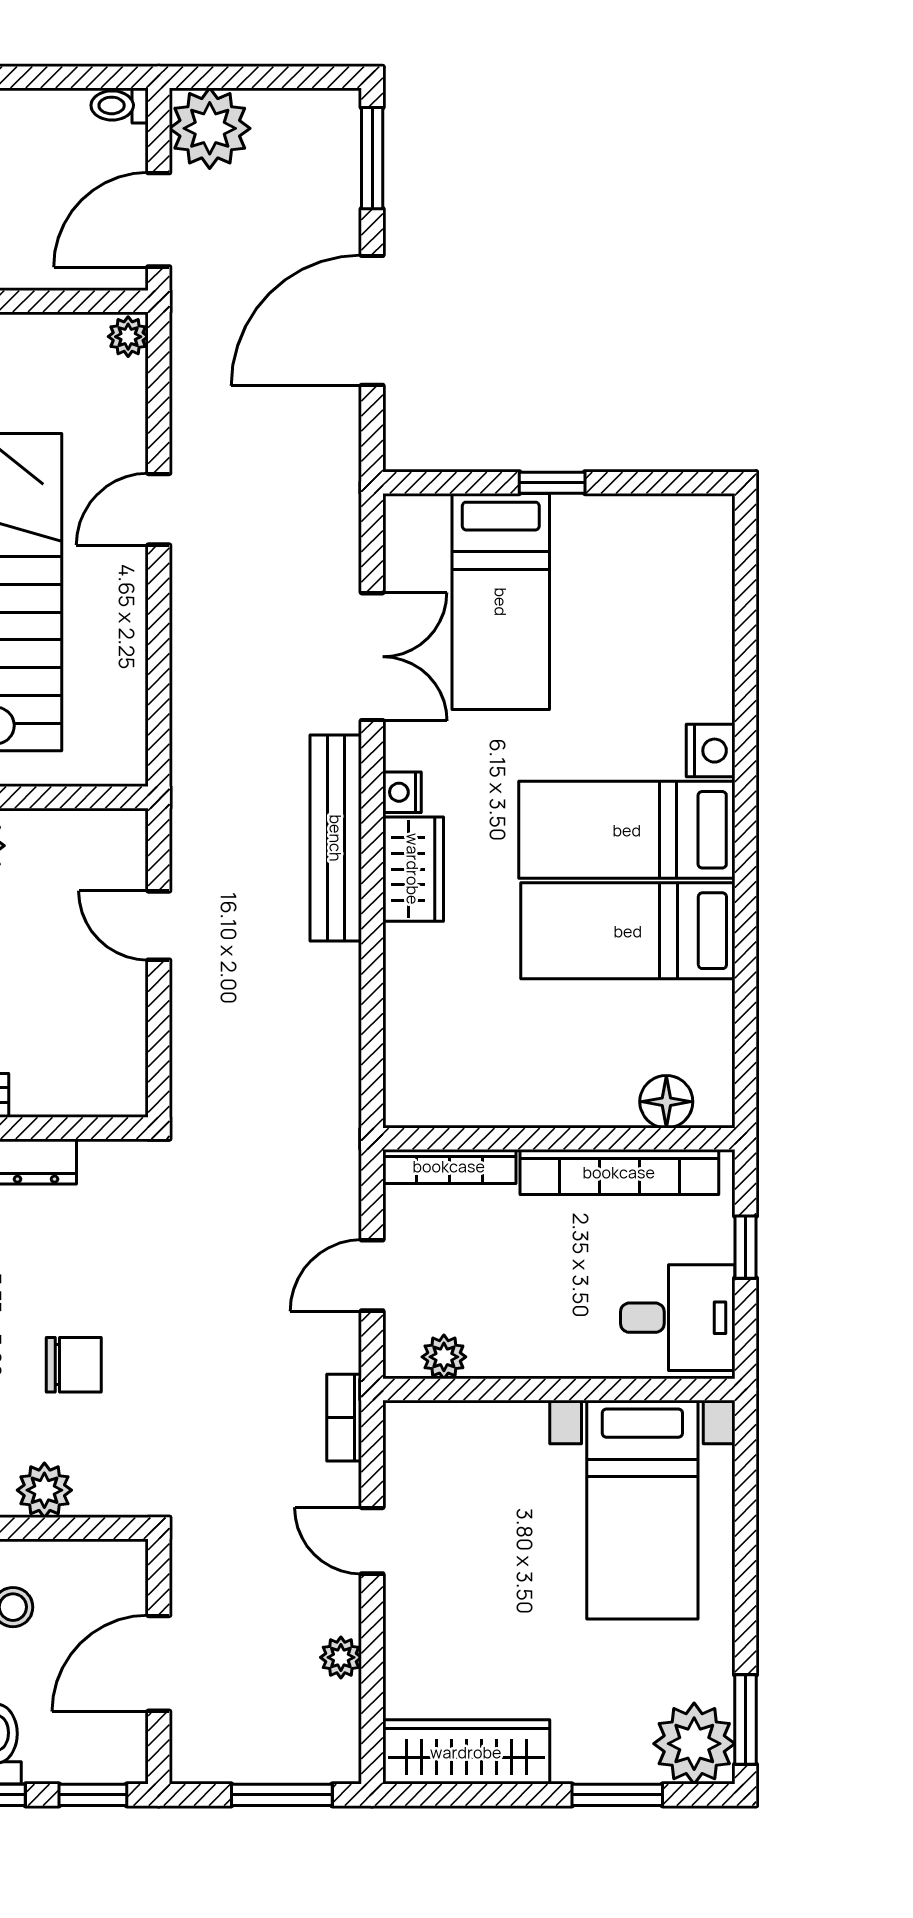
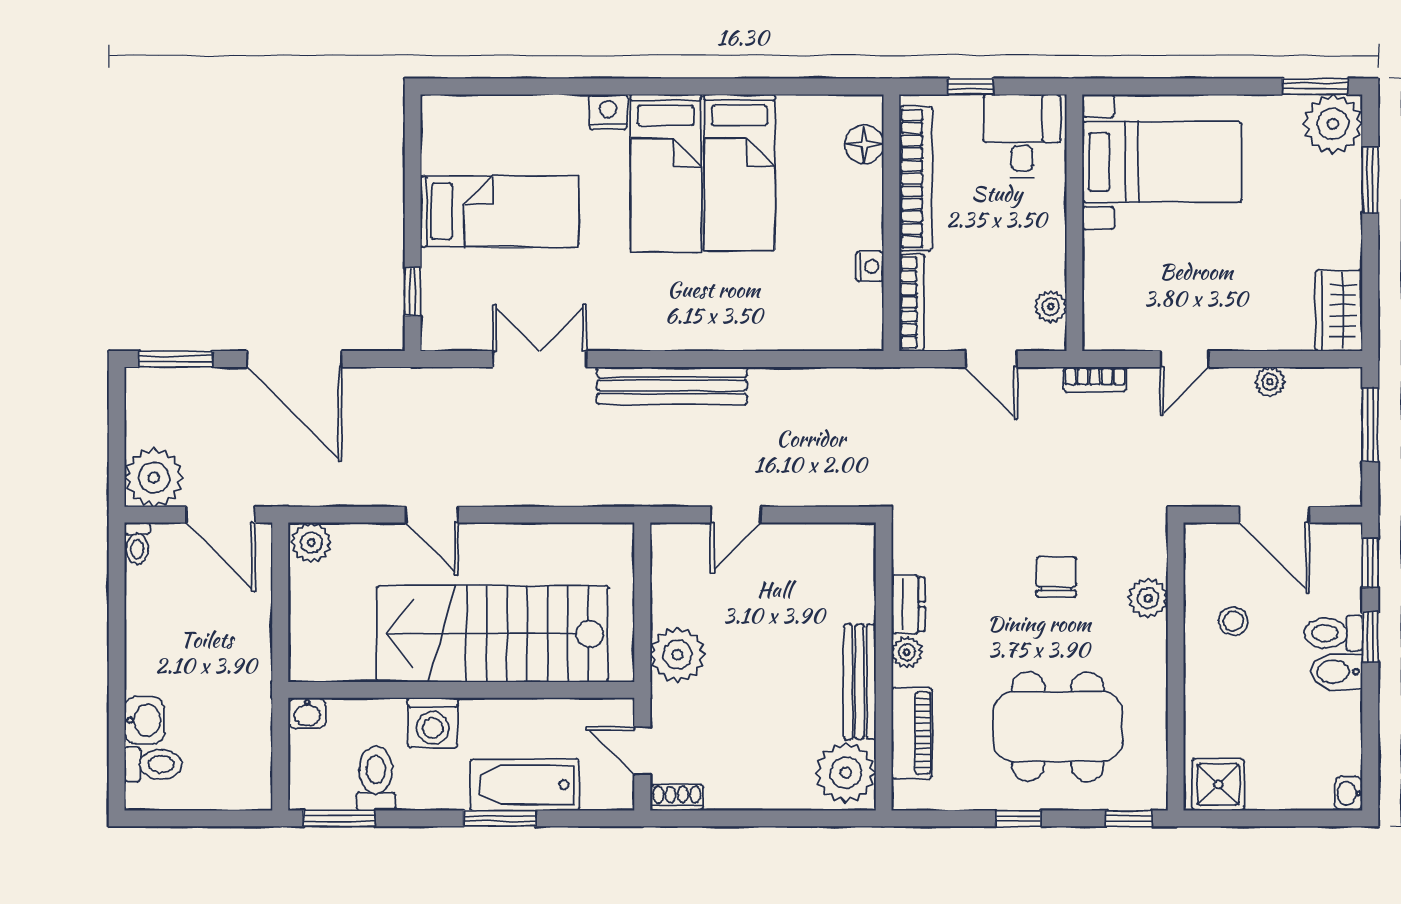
plant: (128, 337) -> (311, 543), width x1.38, depth x1.38
window: (552, 483) -> (413, 291), moved
bed: (501, 602) -> (499, 211), moved
nightstand: (402, 792) -> (870, 266), moved, turned -90
wardrobe: (413, 869) -> (695, 329), removed
wardrobe: (466, 1752) -> (1339, 311), width x0.67

